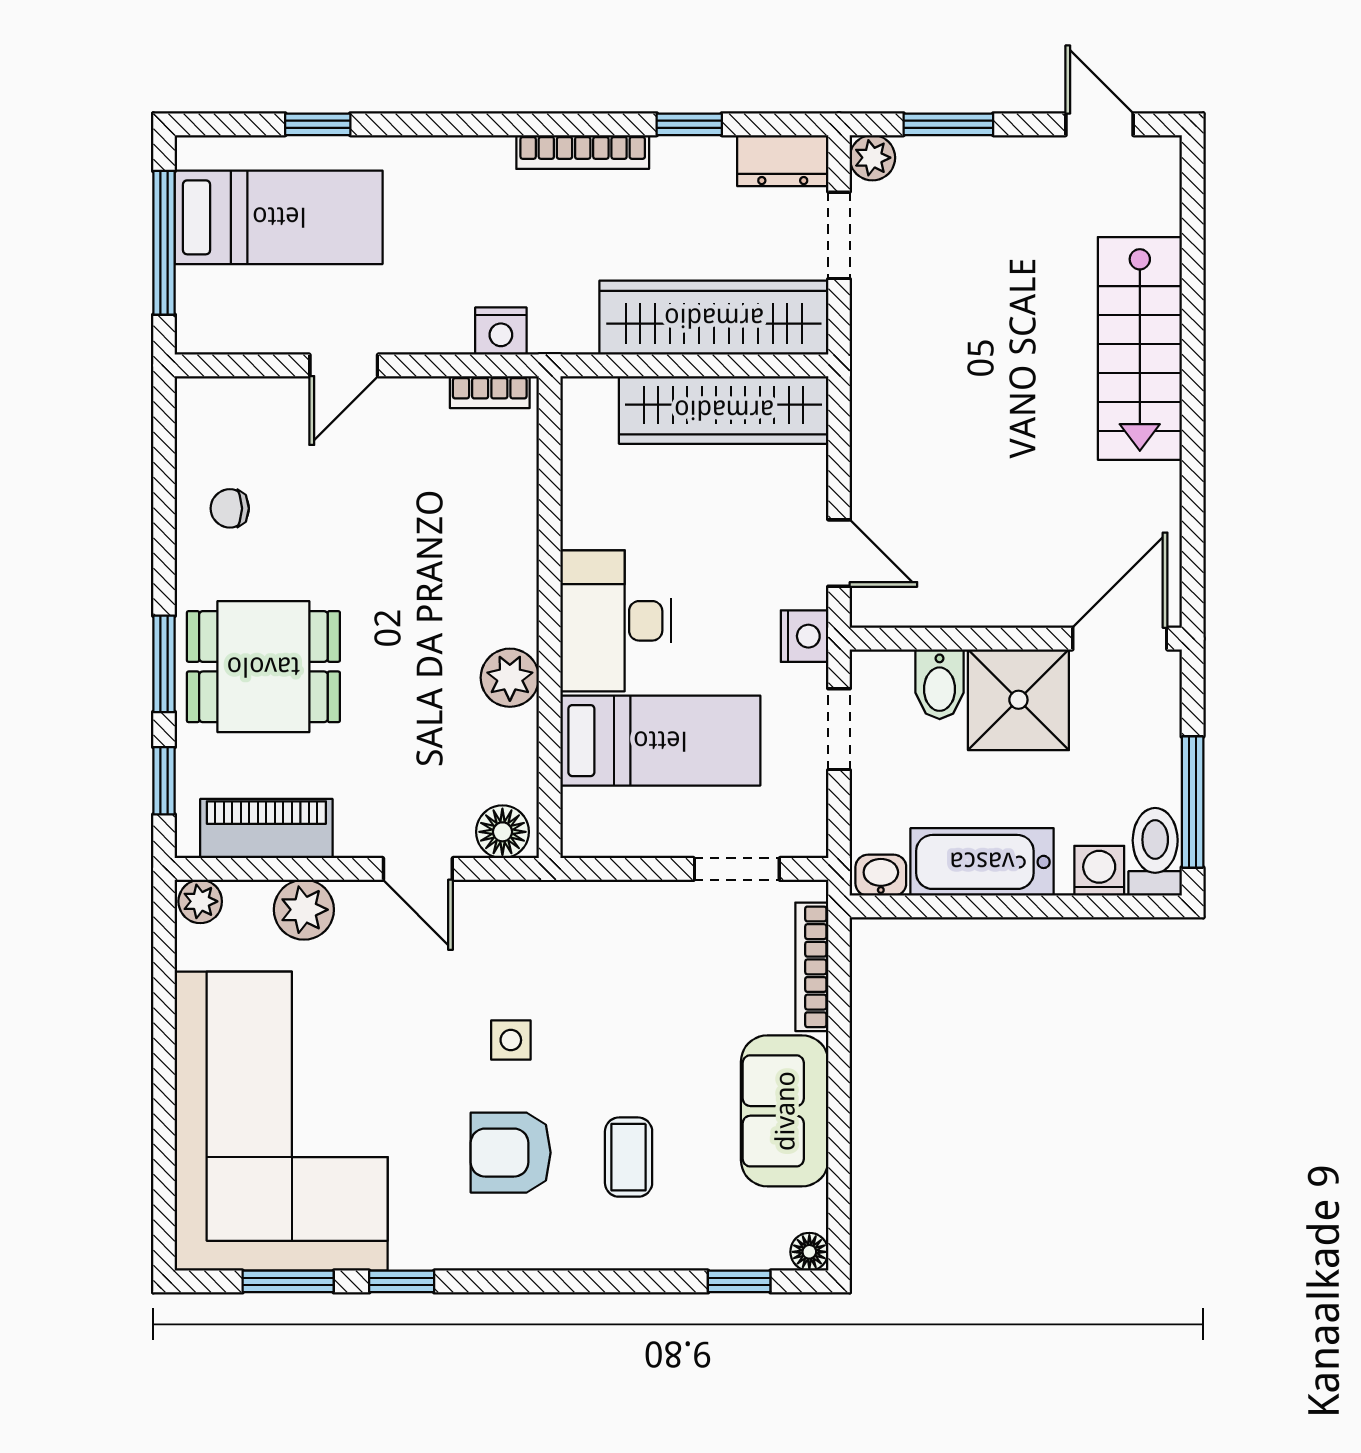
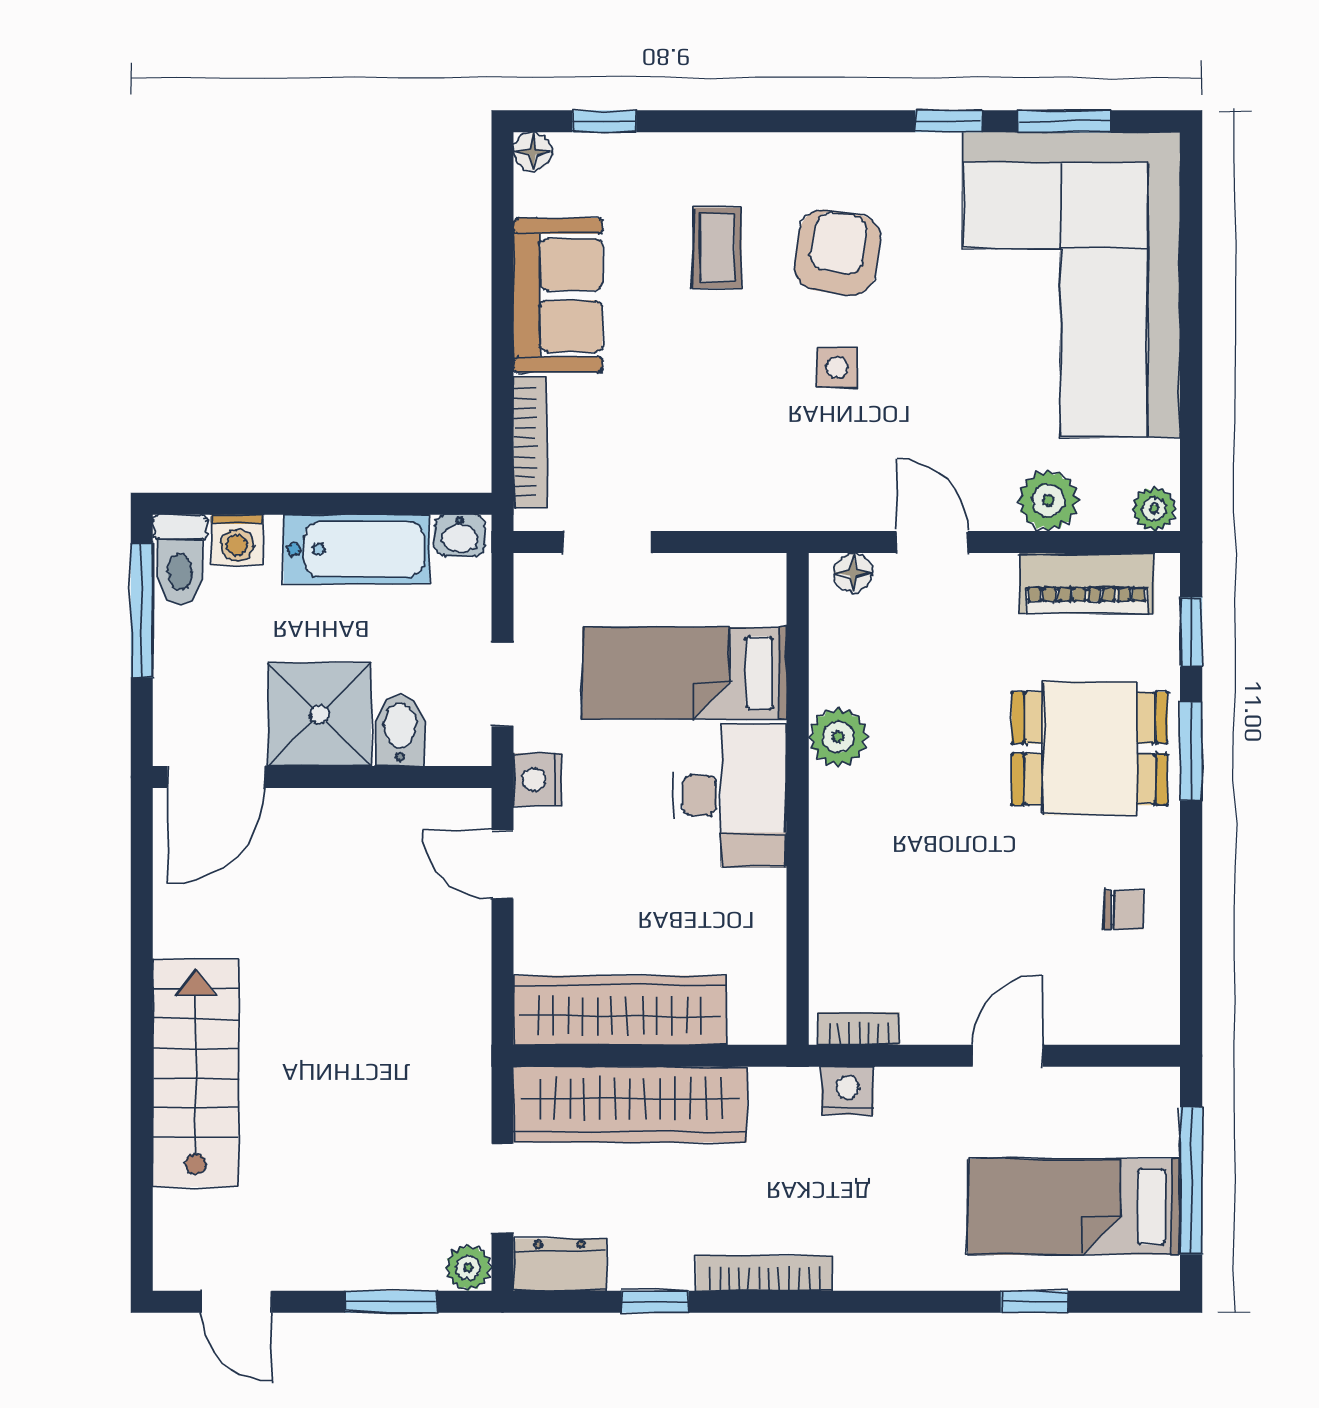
floor lamp: (502, 832) -> (853, 573), width x0.73, depth x0.73
armchair: (511, 1153) -> (837, 253), turned -81

